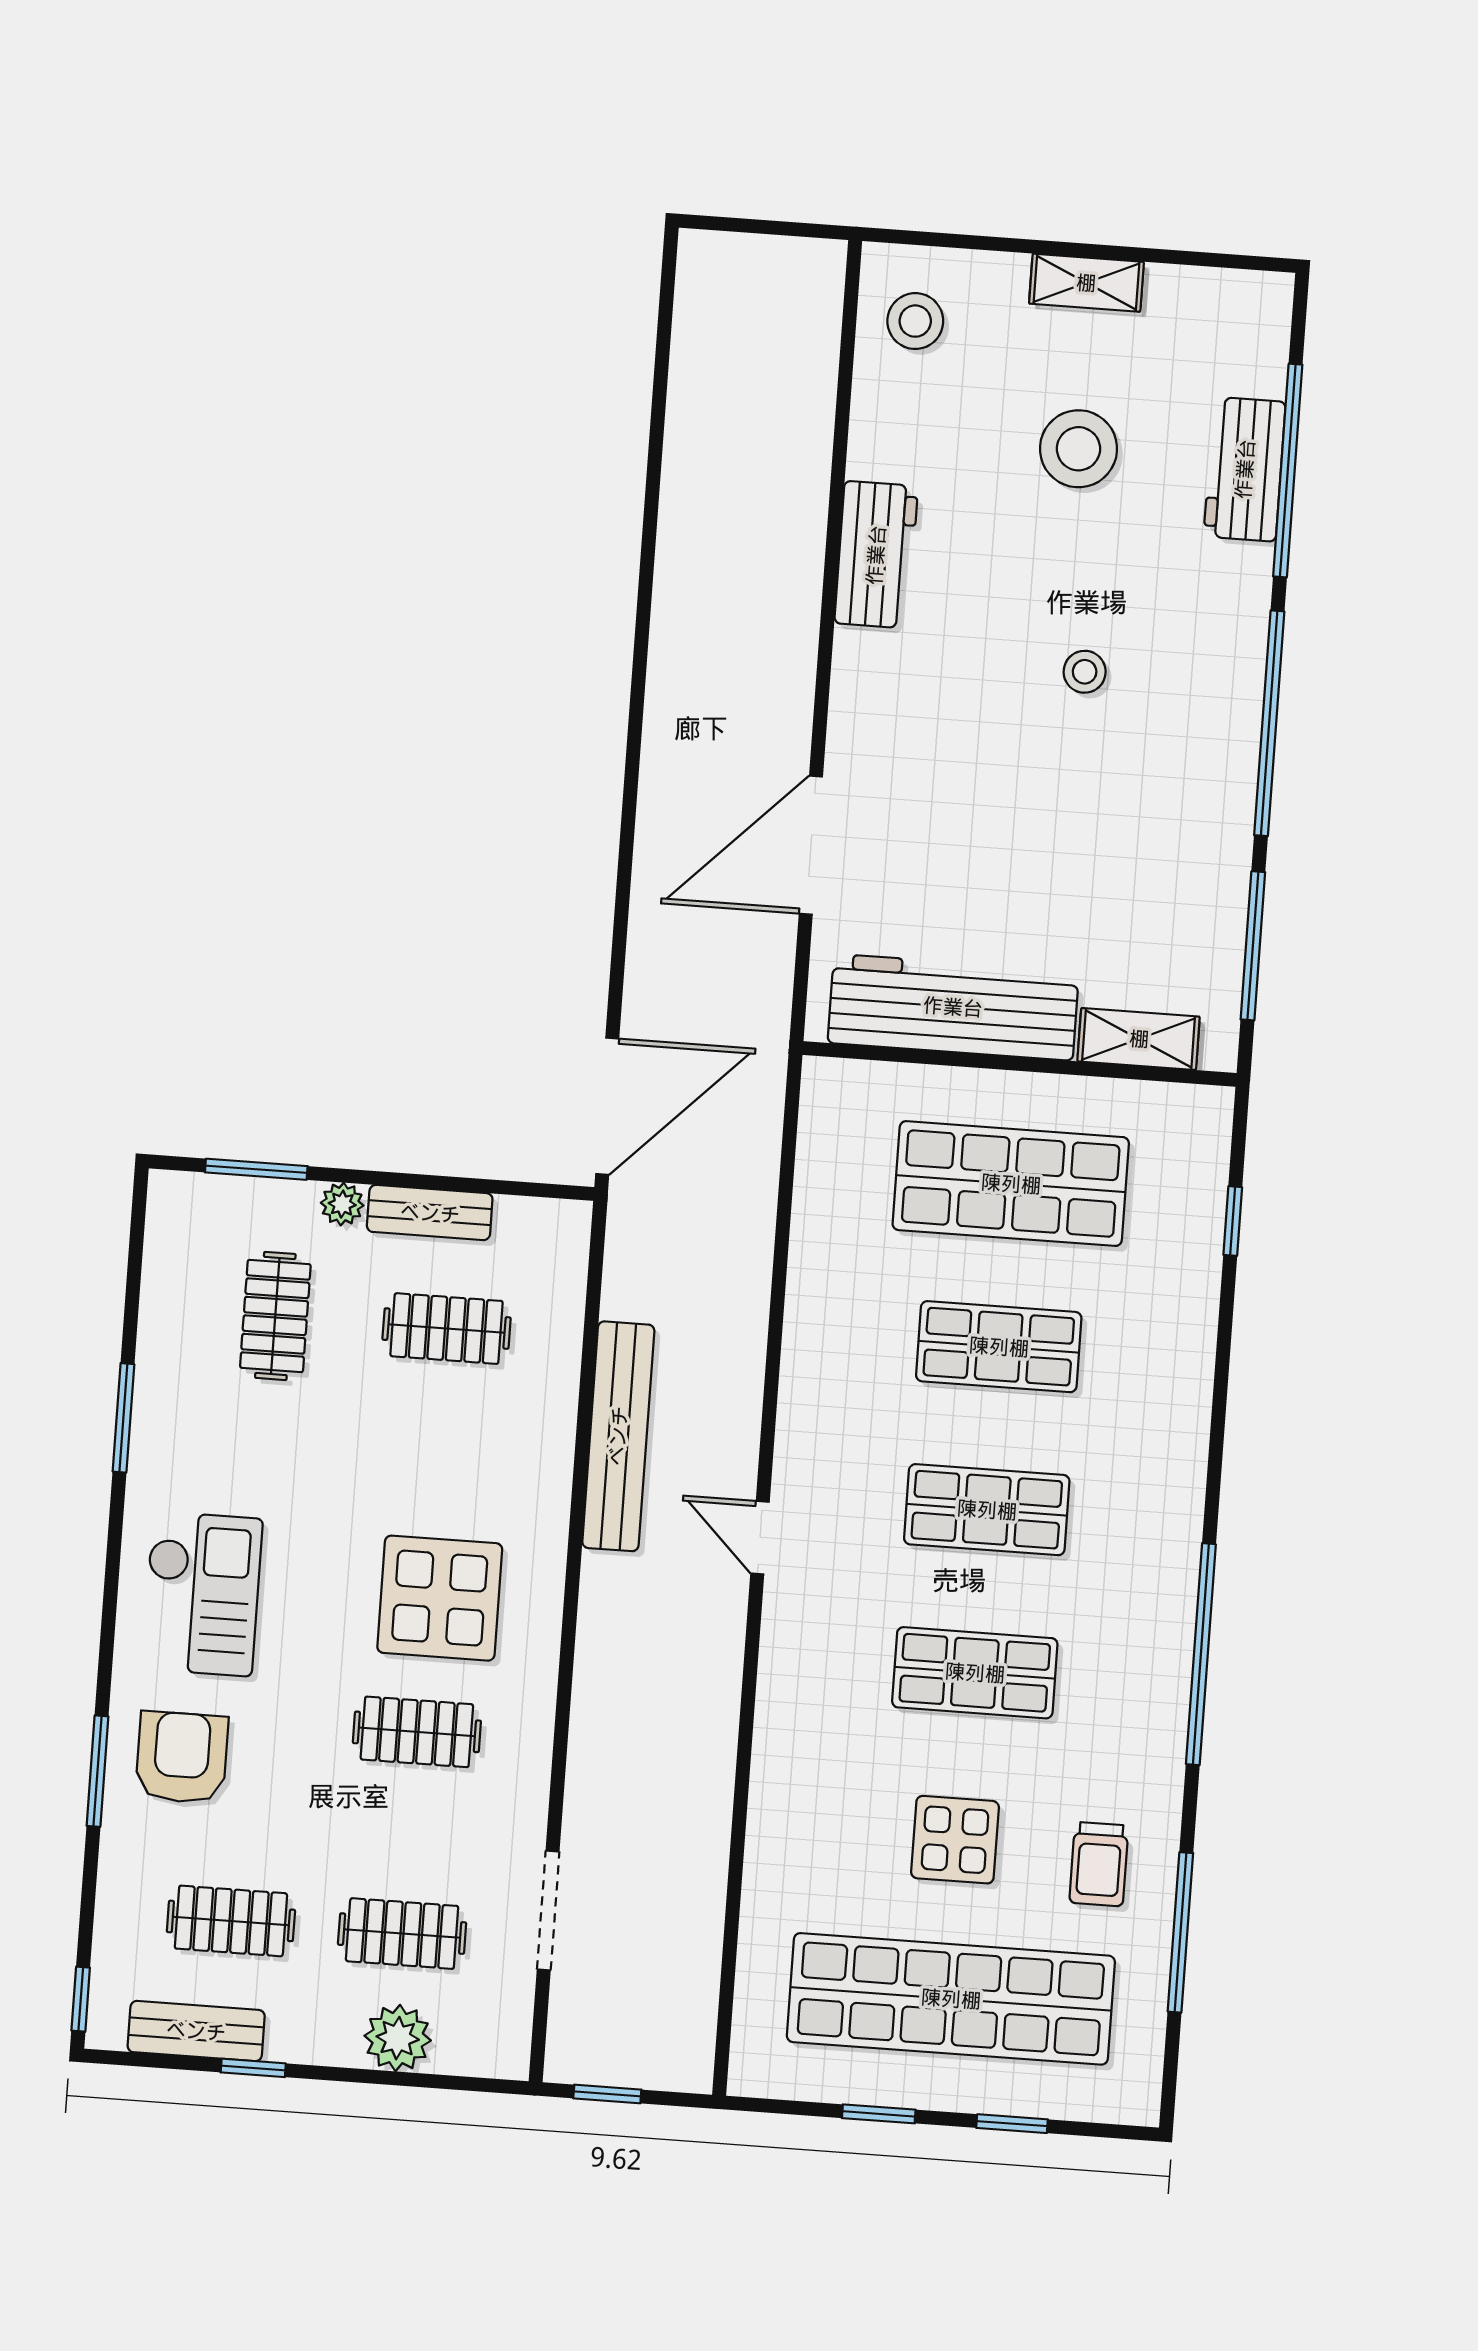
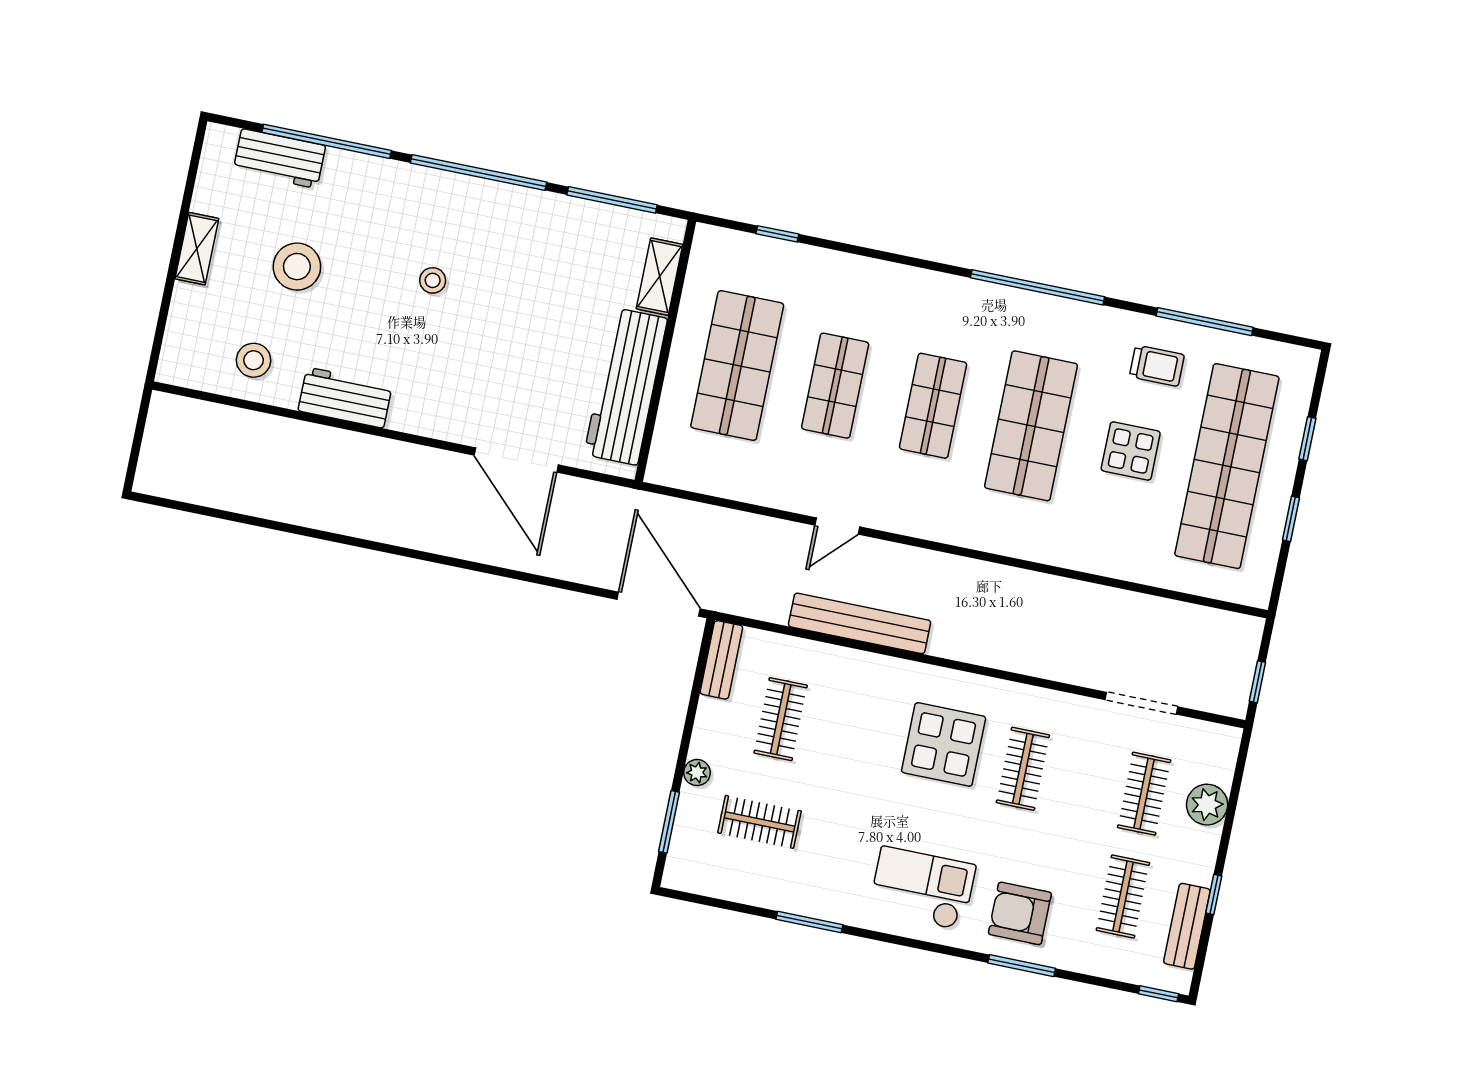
stool: (915, 321) -> (254, 360), moved
workbench: (1245, 469) -> (279, 159), moved
bench: (430, 1213) -> (721, 660), moved
door: (760, 1538) -> (837, 526), moved
shop shelf: (975, 1673) -> (1031, 426), width x1.43, depth x1.36

